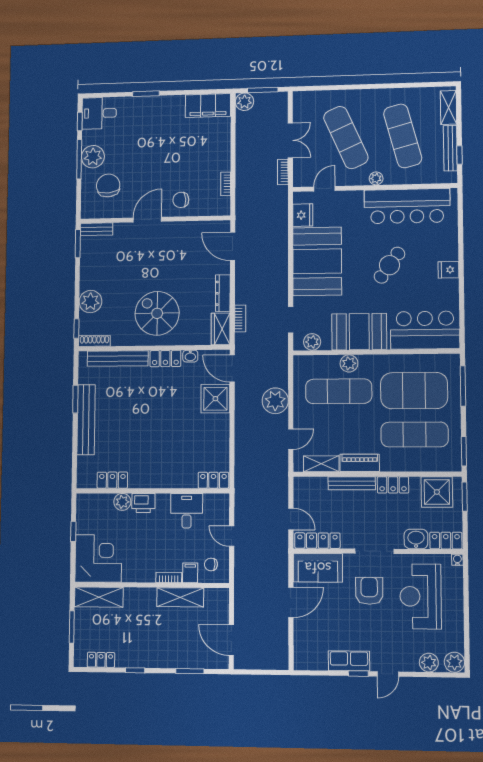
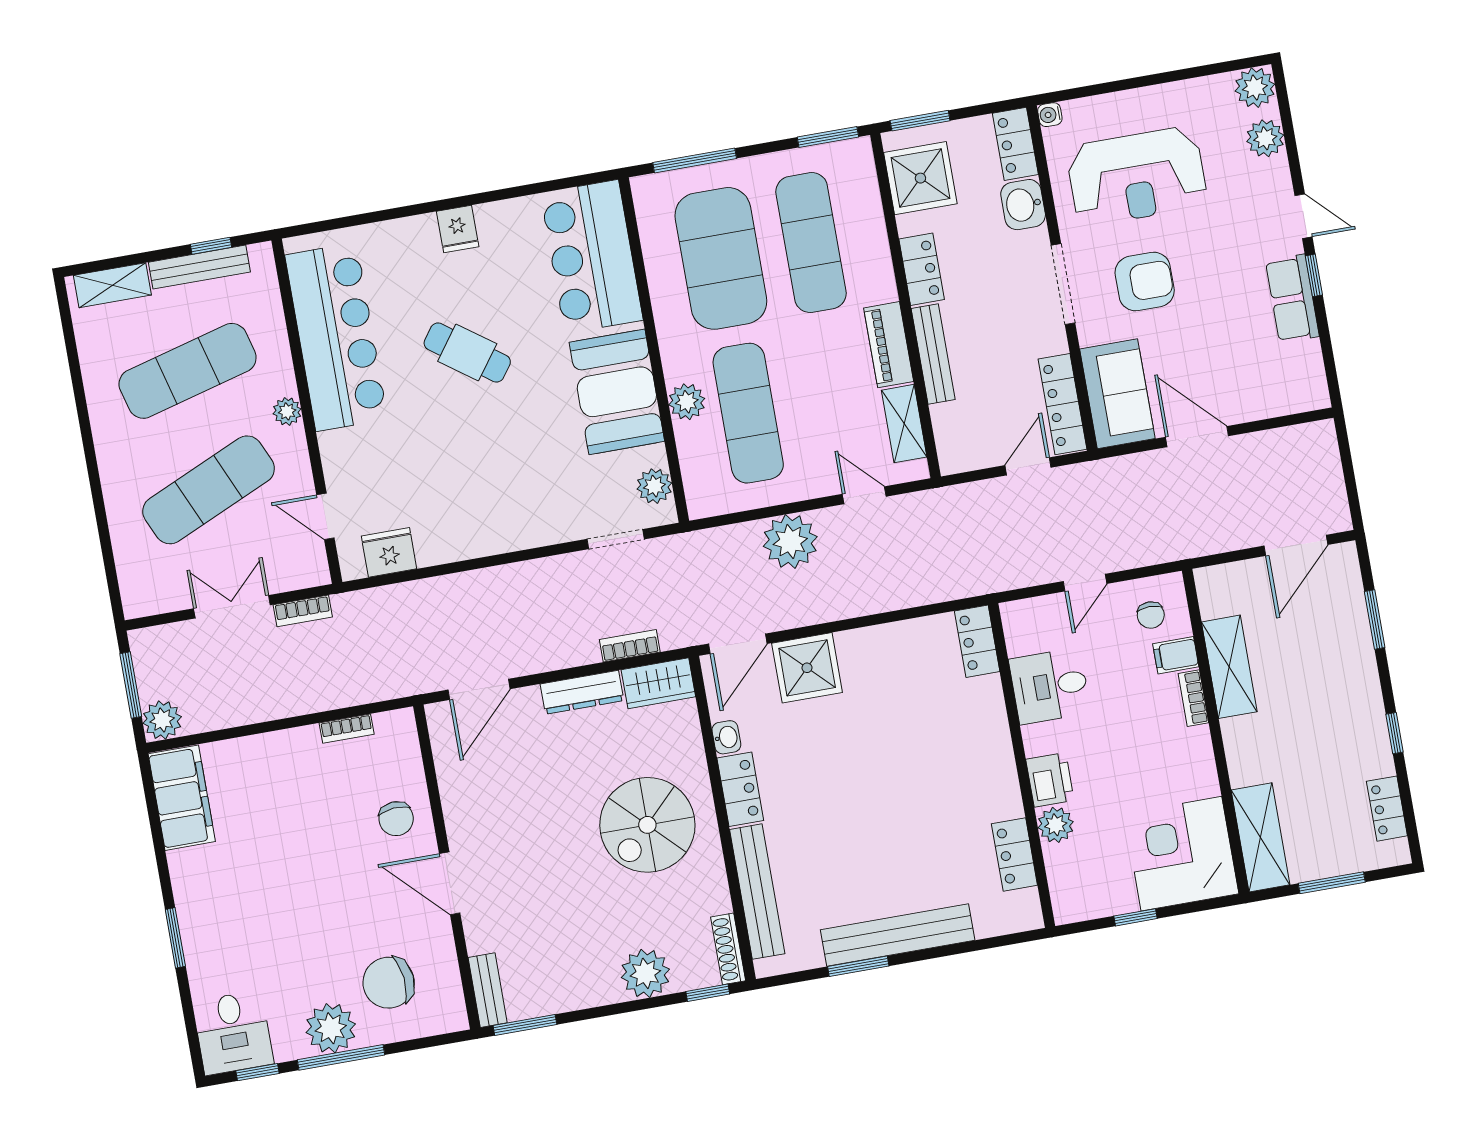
booth: (317, 261) -> (483, 505), removed
armchair: (369, 591) -> (1145, 282), turned 180

